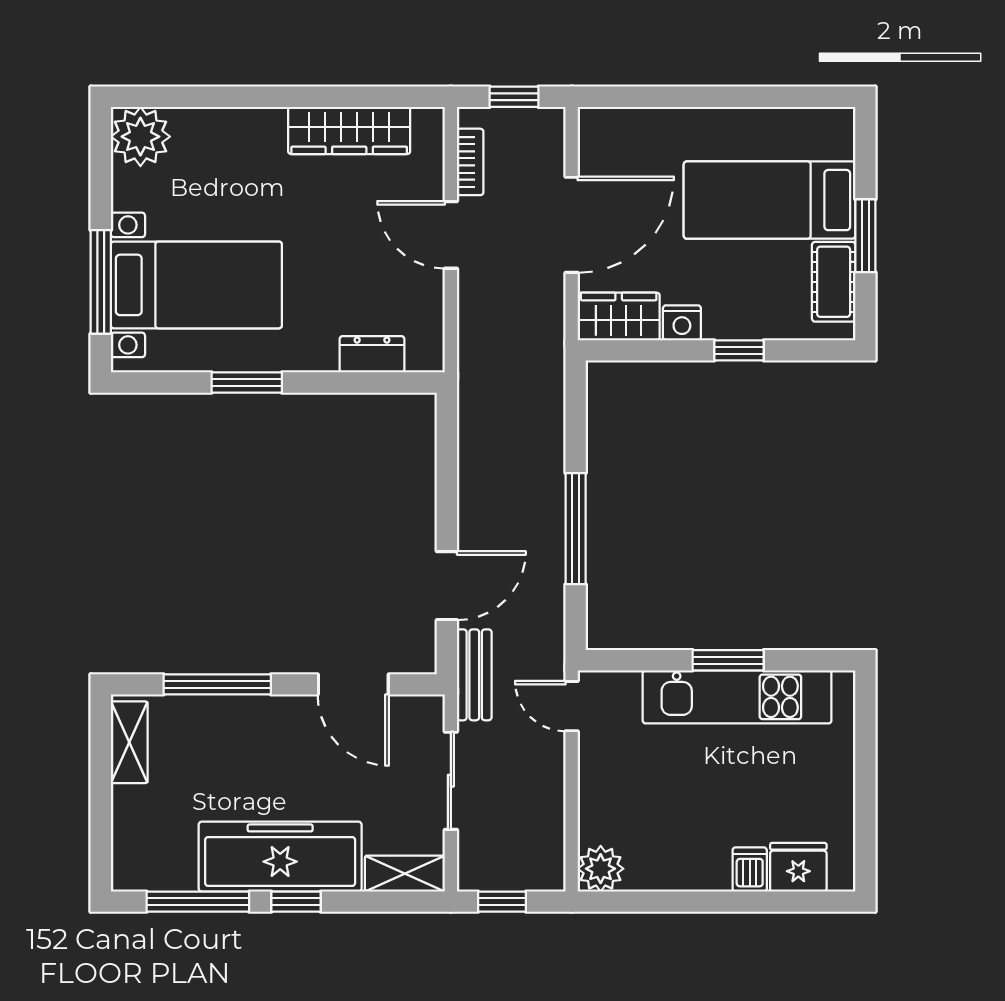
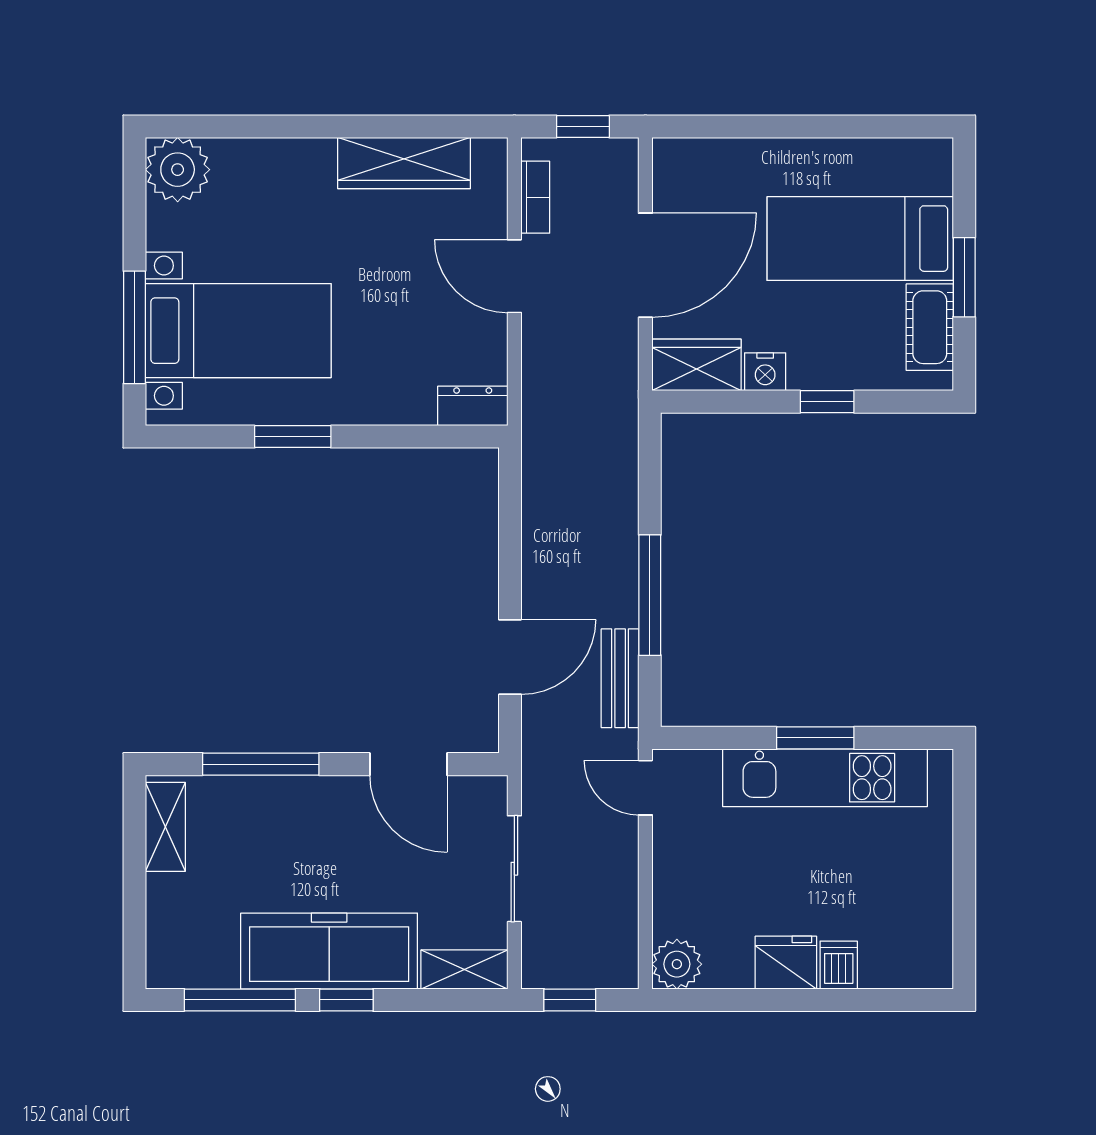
dresser: (372, 354) -> (473, 406), moved
bench: (474, 675) -> (620, 678), moved
fridge: (798, 867) -> (786, 963), moved

